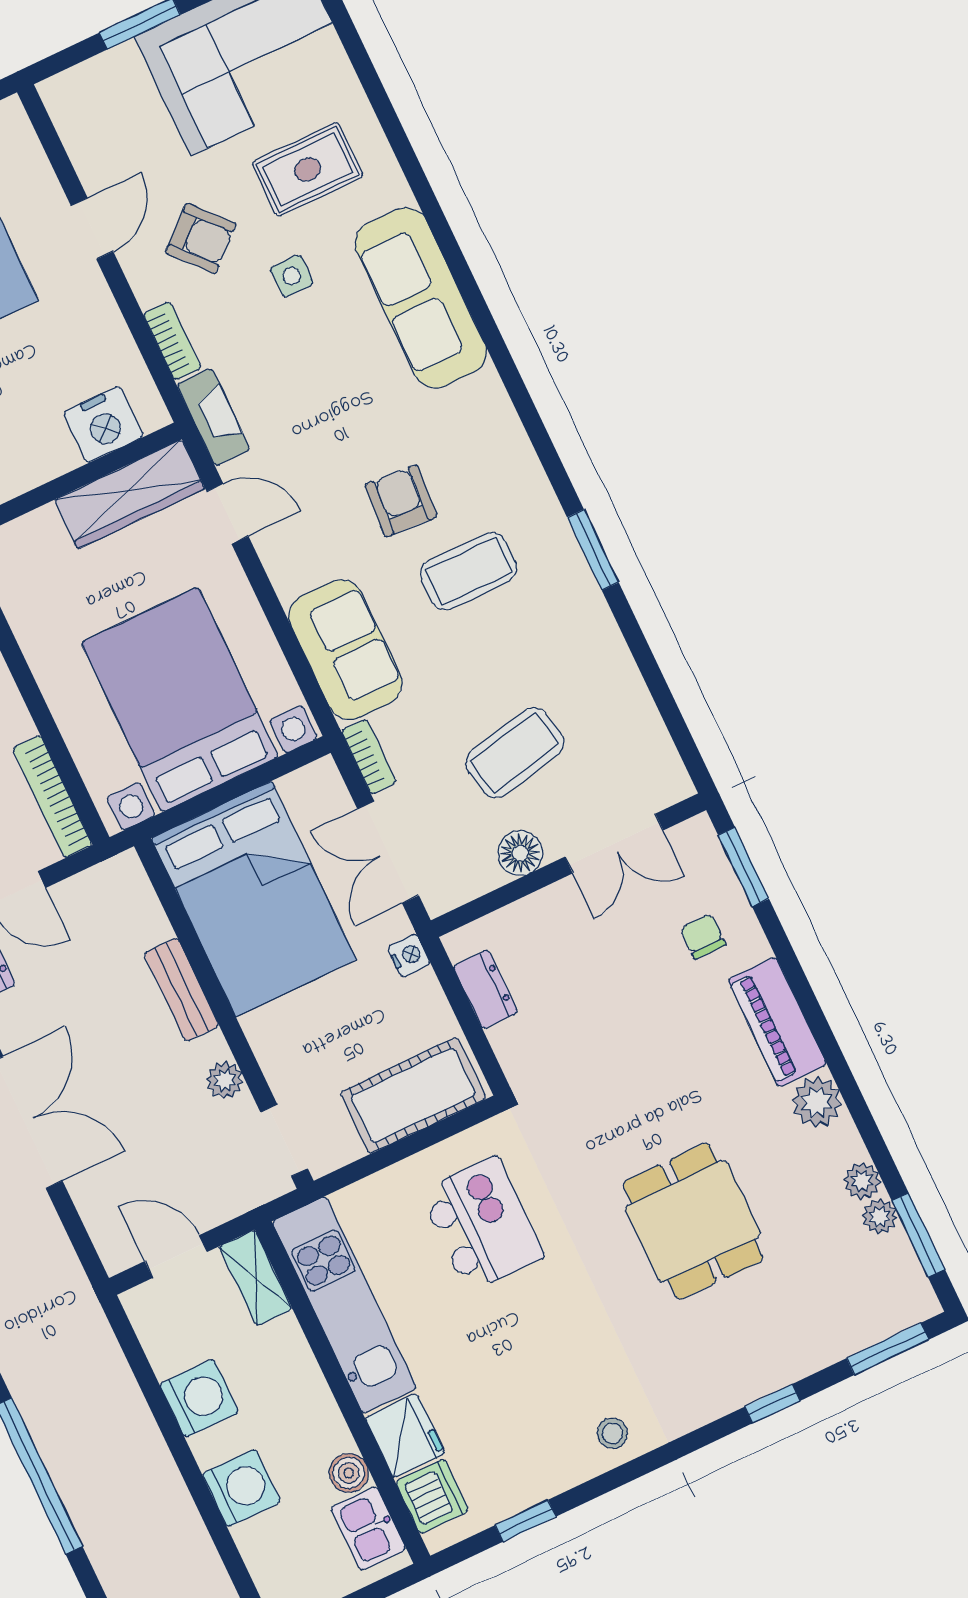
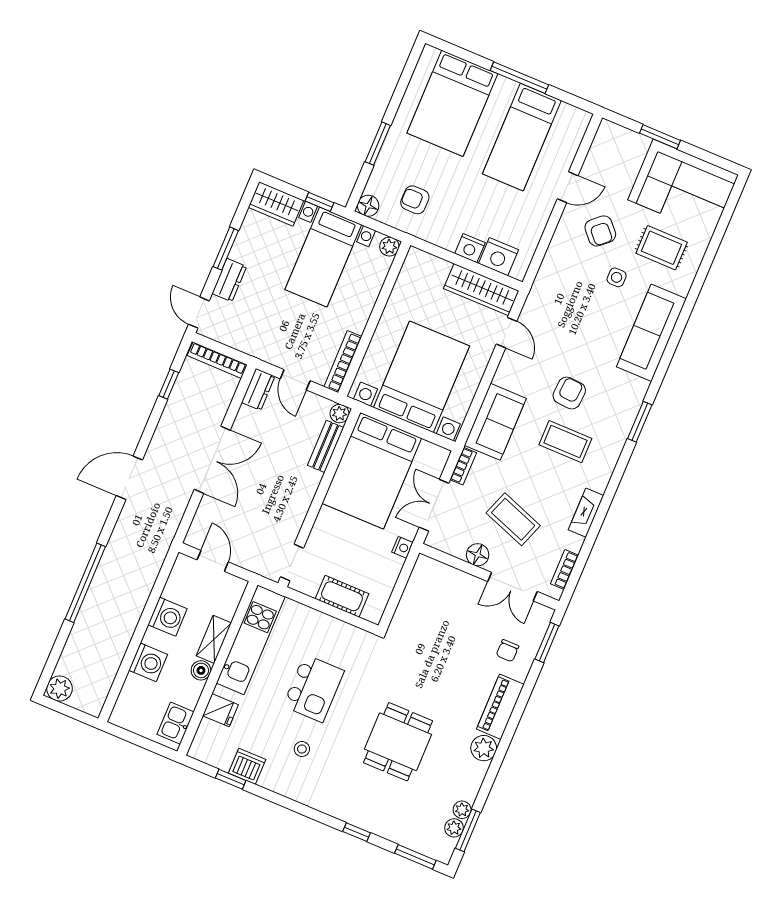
bookcase: (172, 341) -> (565, 569), moved, turned 180
fireplace: (213, 417) -> (586, 513), moved, turned 180
nightstand: (53, 456) -> (470, 248), added
window: (593, 550) -> (640, 422), moved
coffee table: (515, 753) -> (513, 519), turned 32
chair: (703, 936) -> (508, 651), turned 180
dresser: (485, 989) -> (415, 587), removed
bench: (182, 990) -> (326, 446), moved
plant: (225, 1080) -> (339, 414), moved
cot: (413, 1095) -> (342, 596), width x0.73, depth x0.75
plant: (862, 1181) -> (454, 828), moved
kitchen island: (482, 1224) -> (314, 688), moved
shelving: (256, 1278) -> (214, 639), moved
stool: (612, 1433) -> (302, 749), moved
fridge: (405, 1436) -> (220, 710), width x0.72
boiler: (349, 1473) -> (201, 670), moved
dishwasher: (432, 1496) -> (247, 766), moved, turned -90

